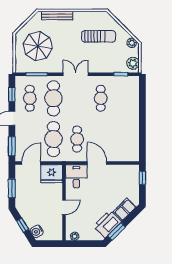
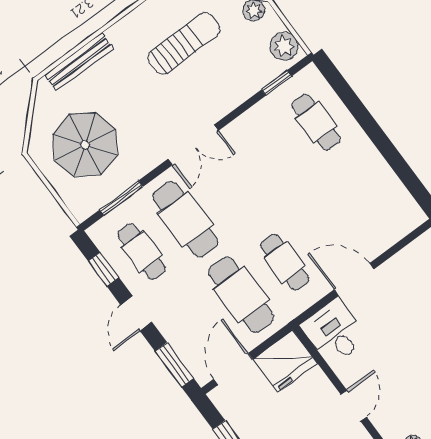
double door: (76, 74) -> (193, 145), swing flipped
cafe table: (101, 98) -> (316, 122), moved

